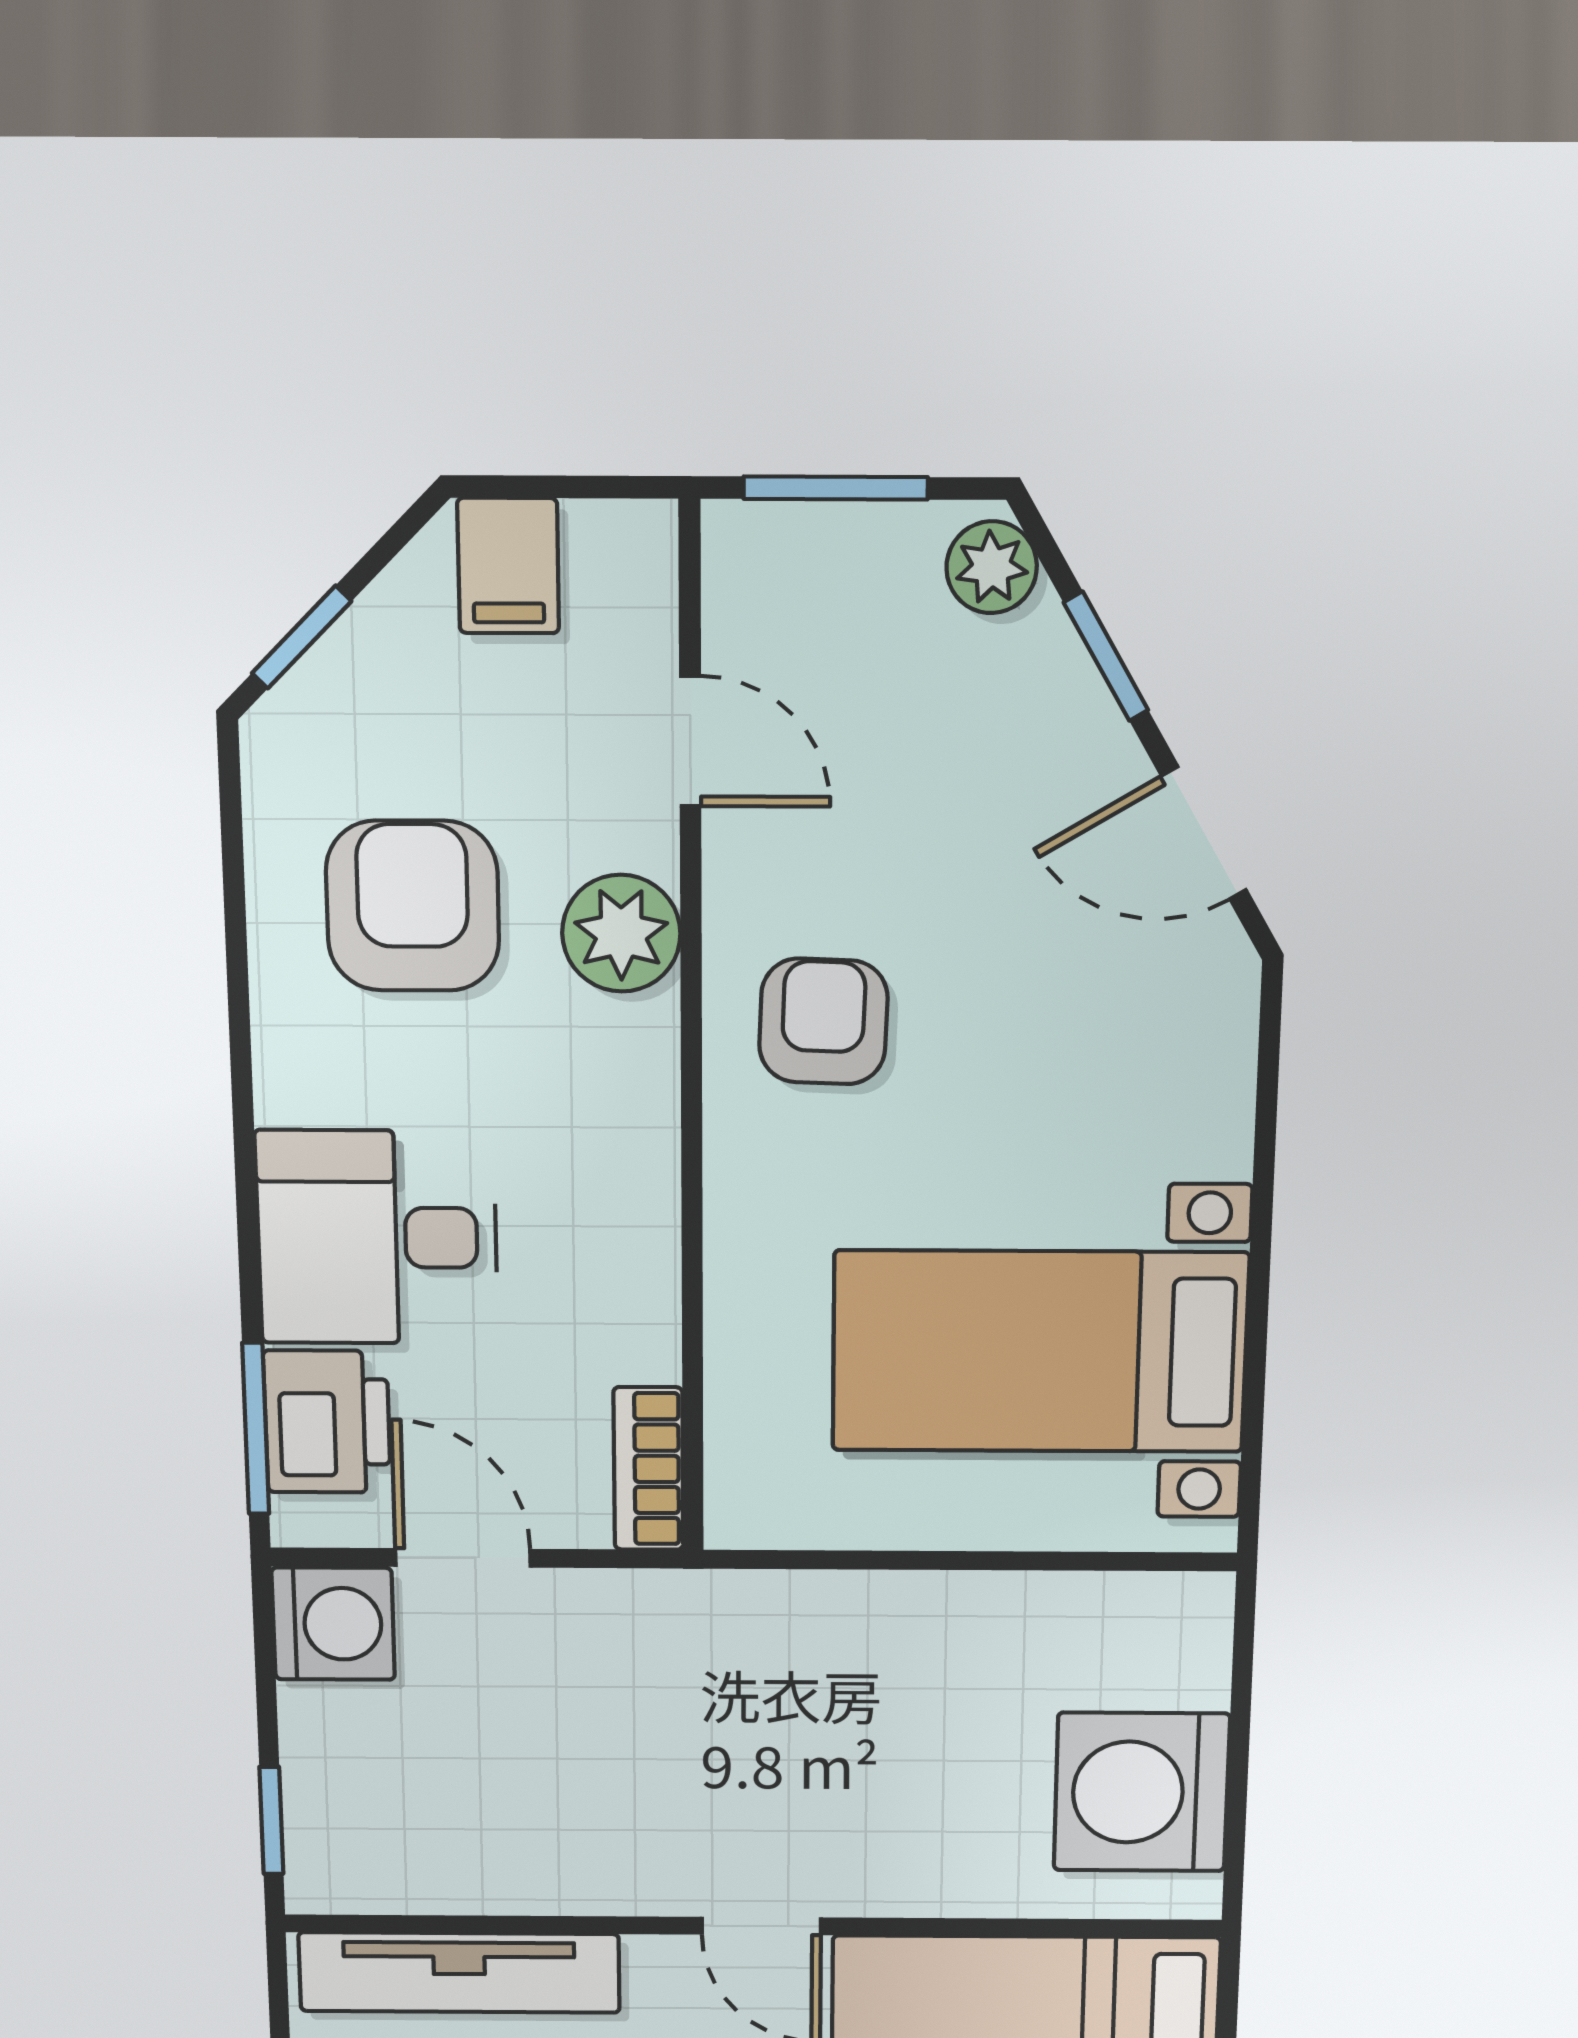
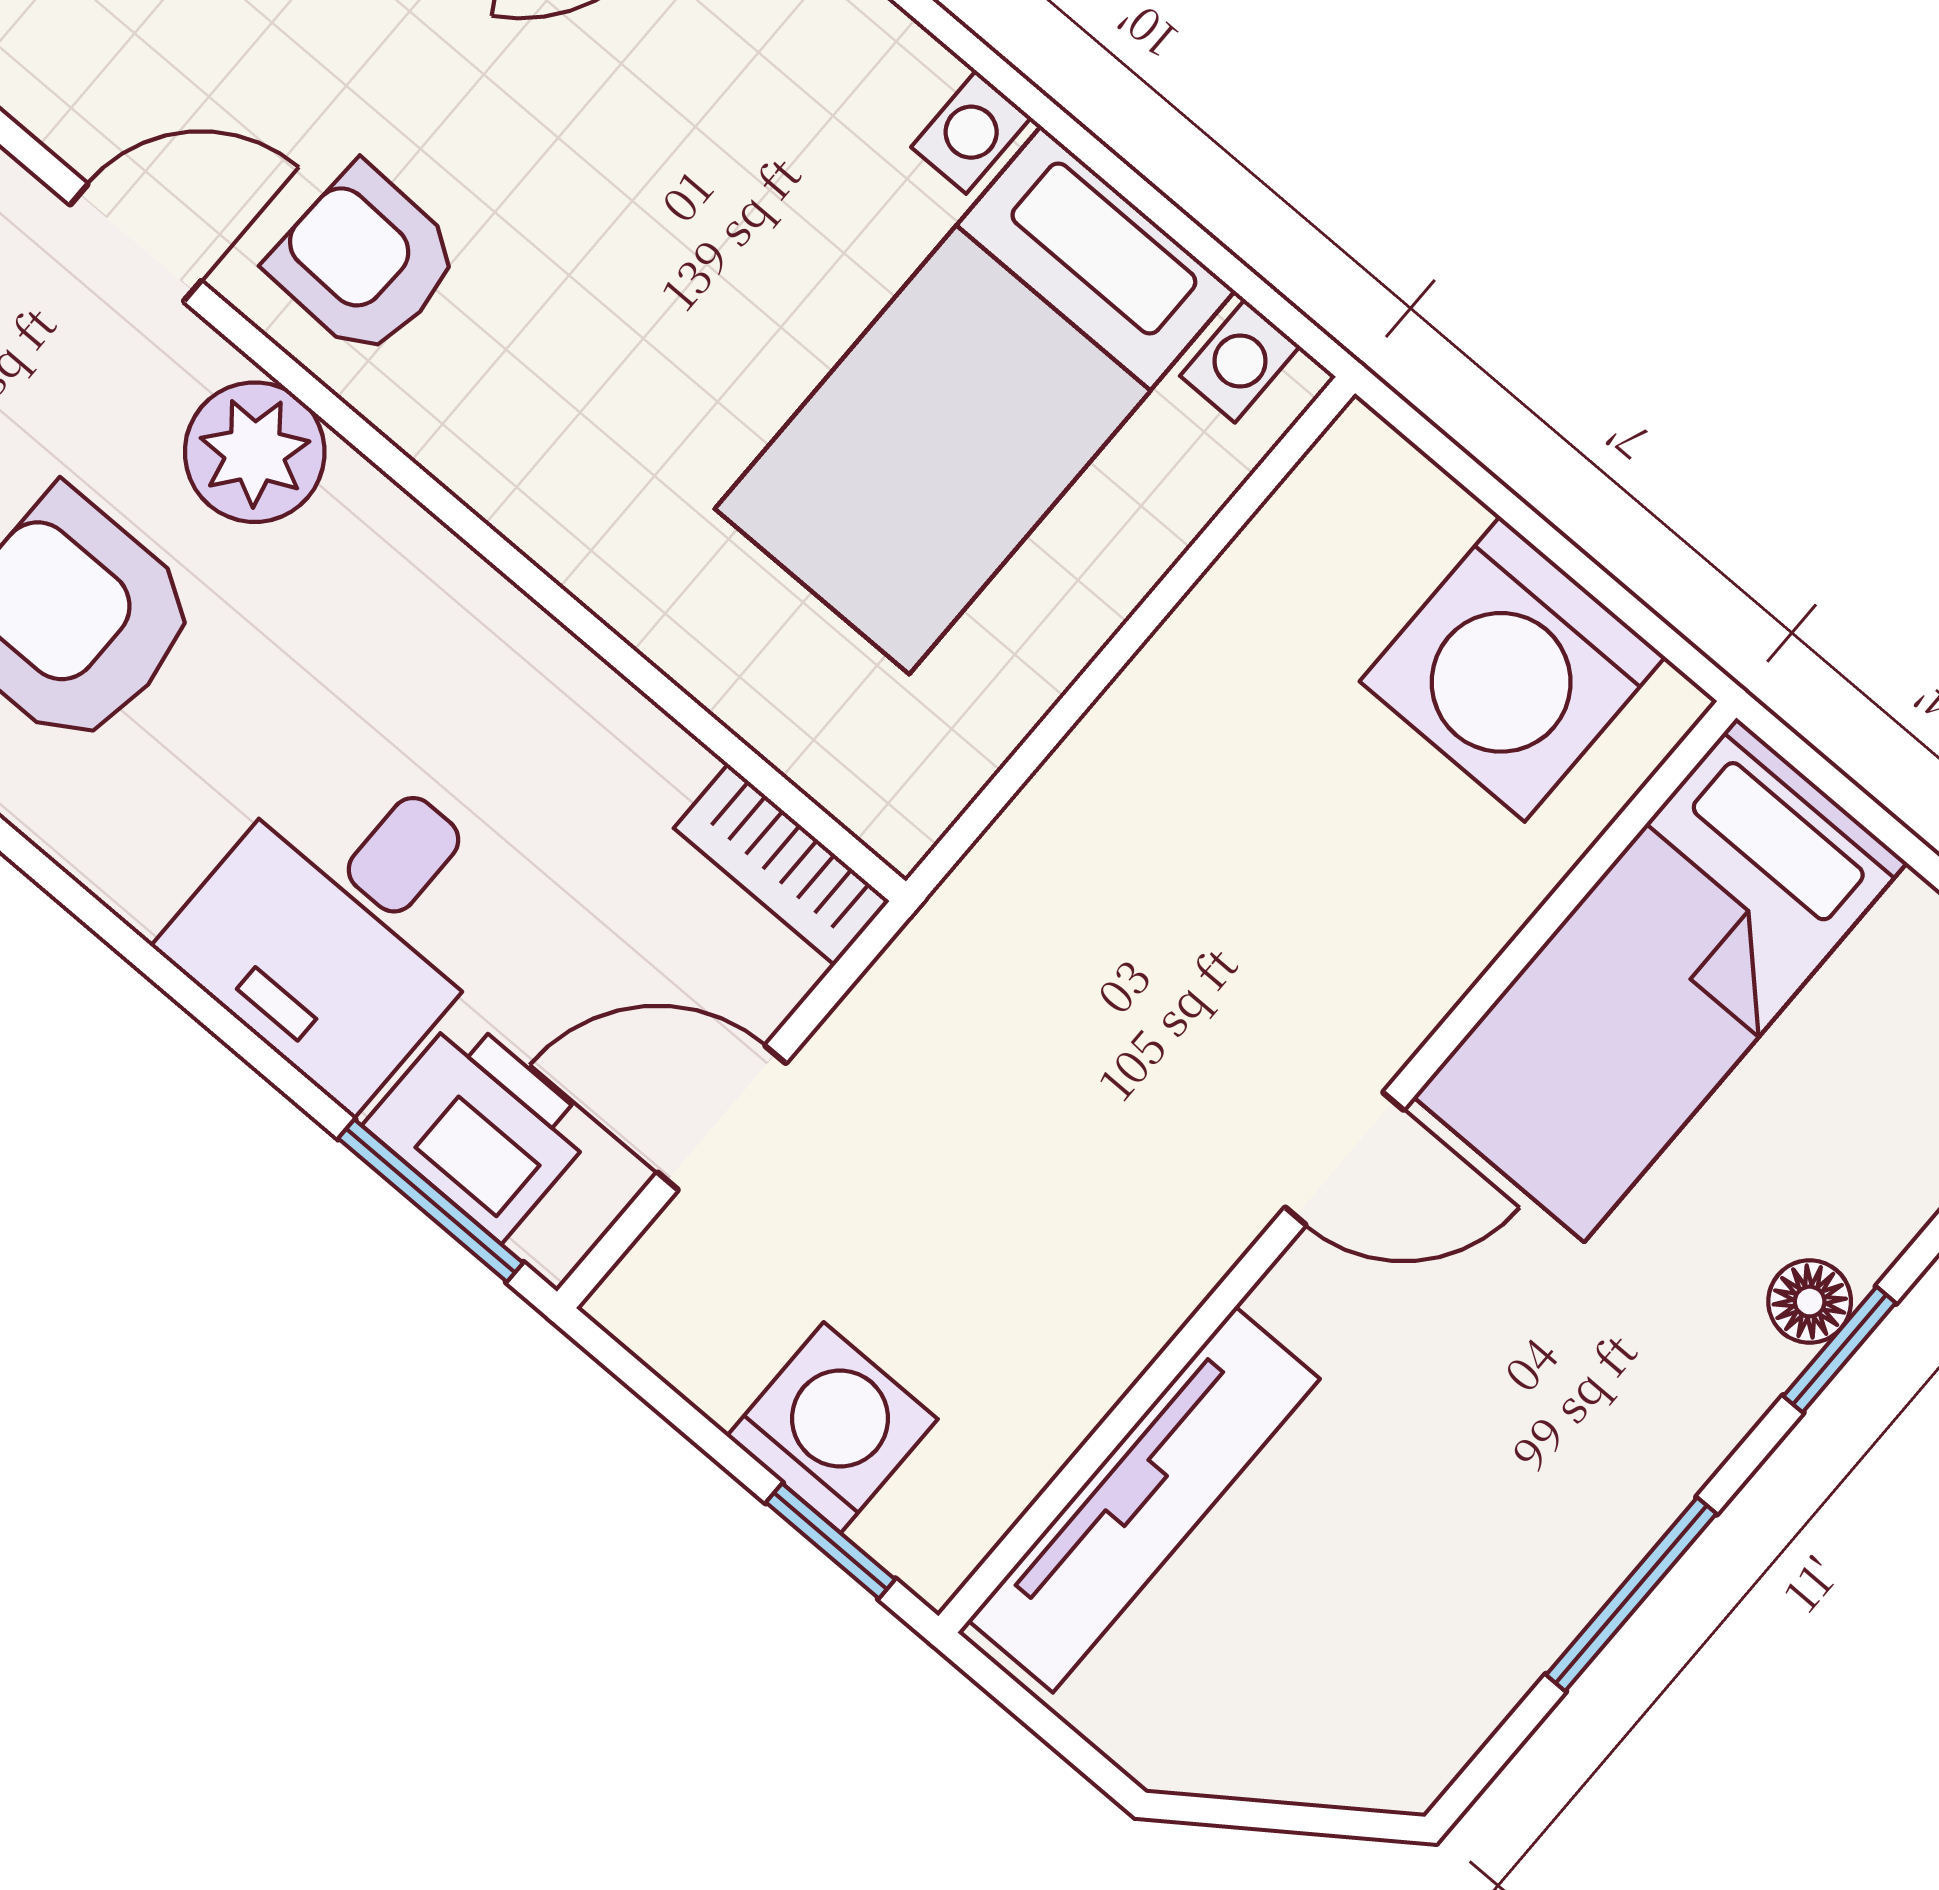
armchair: (823, 1021) -> (365, 261), moved
washing machine: (333, 1624) -> (832, 1428), moved

